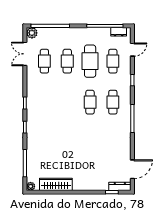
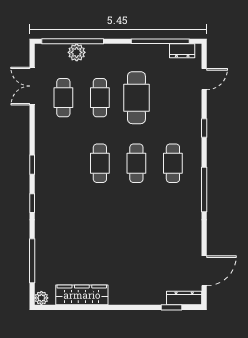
plant: (32, 33) -> (77, 52), moved
cafe table: (113, 61) -> (100, 163), moved

